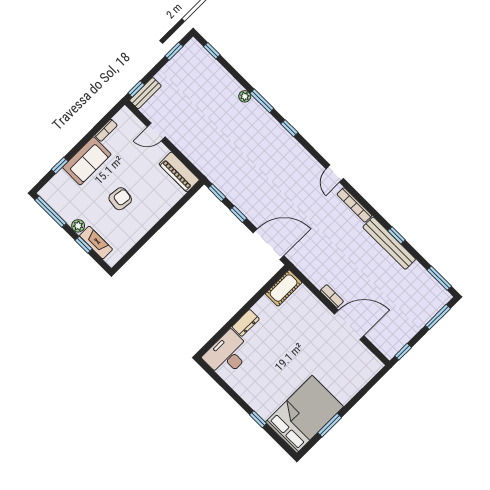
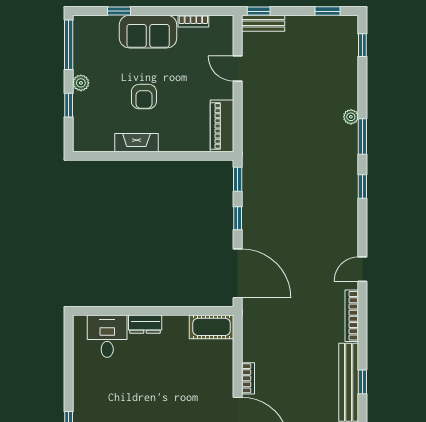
armchair: (120, 199) -> (144, 97), turned 83
fireplace: (96, 243) -> (136, 143), moved, turned -90
desk: (227, 354) -> (107, 336), width x0.73

